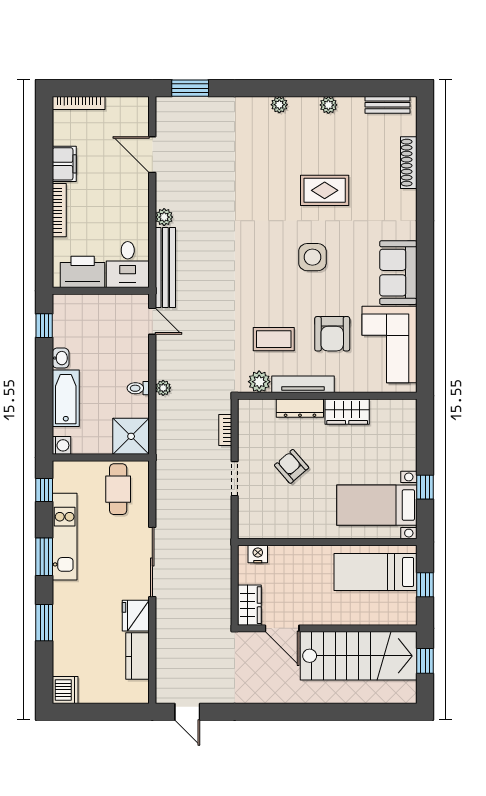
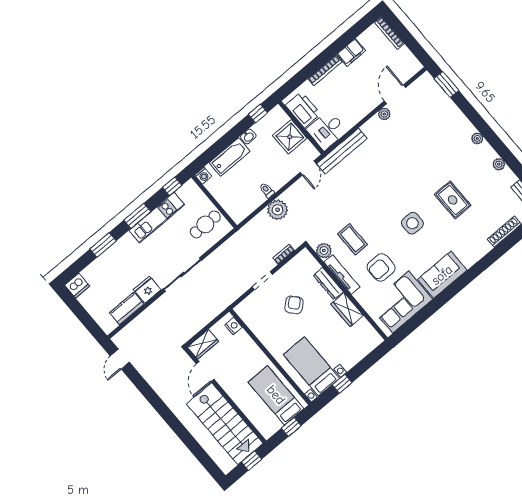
plant: (164, 217) -> (384, 114), moved
plant: (163, 388) -> (278, 210), width x1.88, depth x1.88
shower: (131, 436) -> (290, 137), moved

